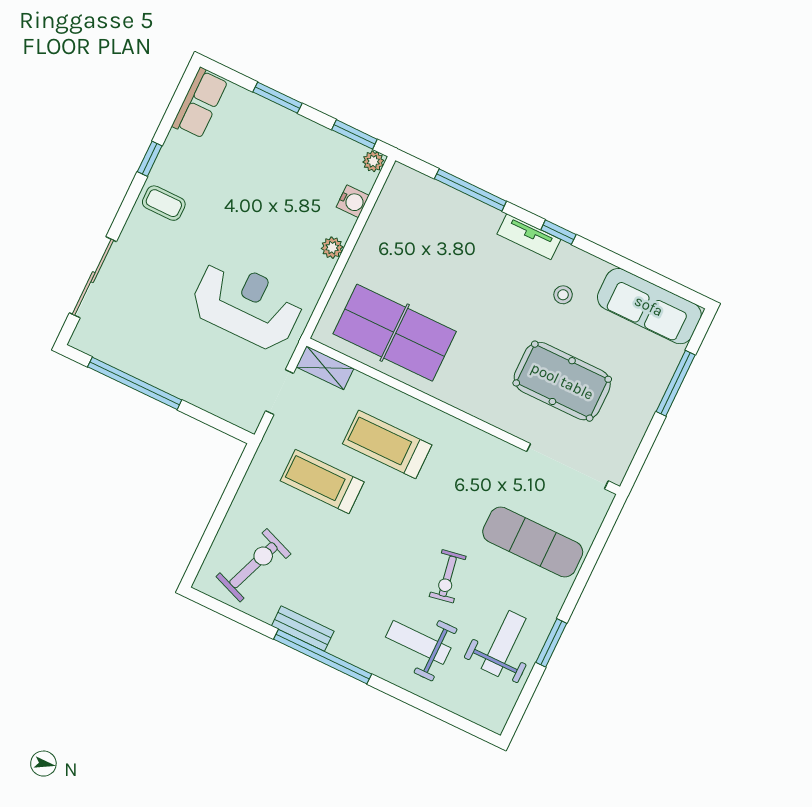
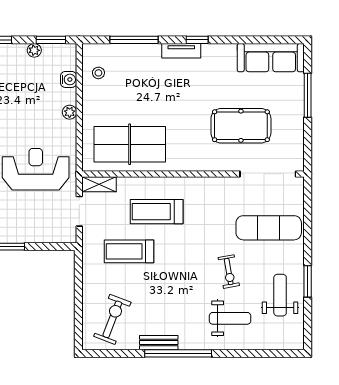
plant: (373, 161) -> (34, 50), moved
stool: (563, 295) -> (98, 73), moved
weight bench: (418, 642) -> (230, 318), turned 180

